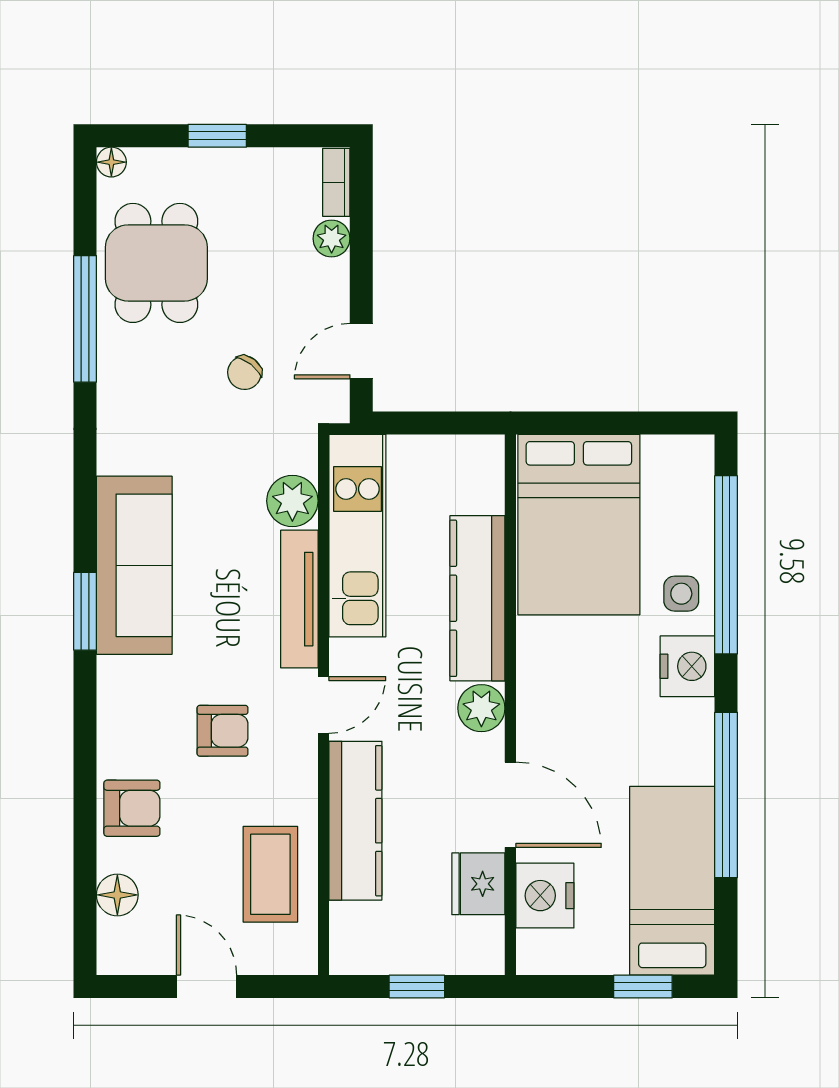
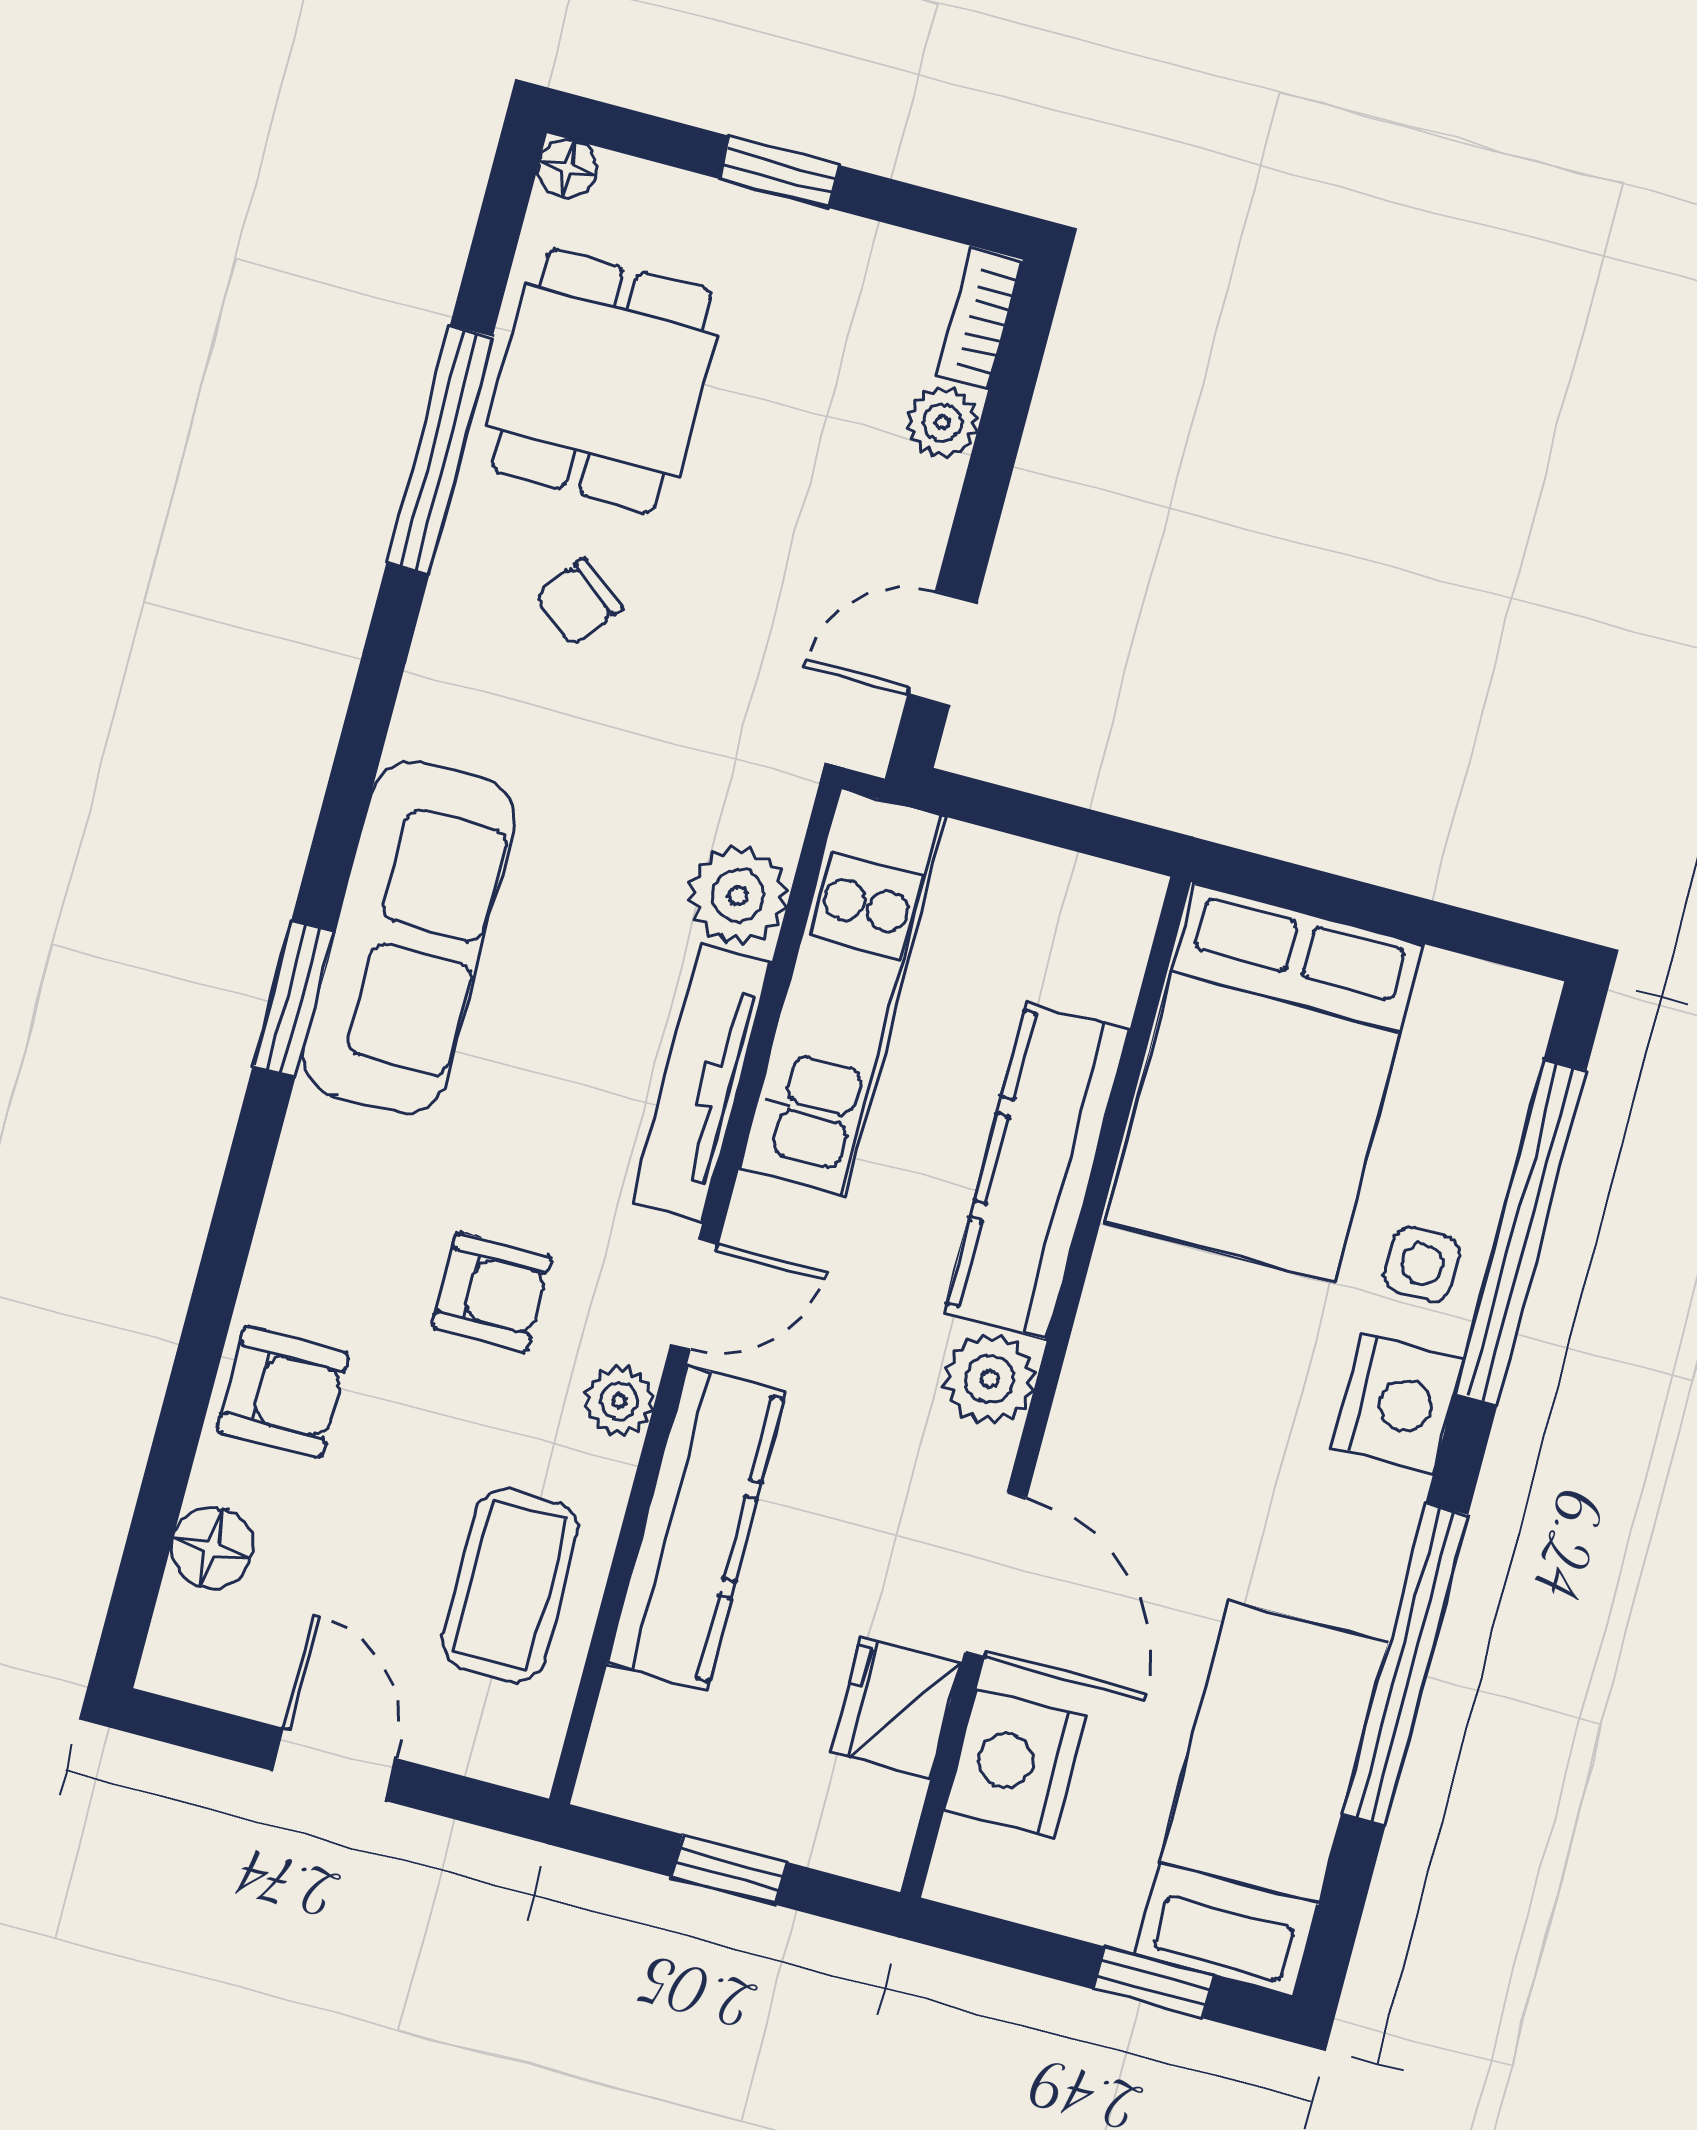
chair: (244, 373) -> (578, 602), moved
plant: (300, 768) -> (619, 1401), added

